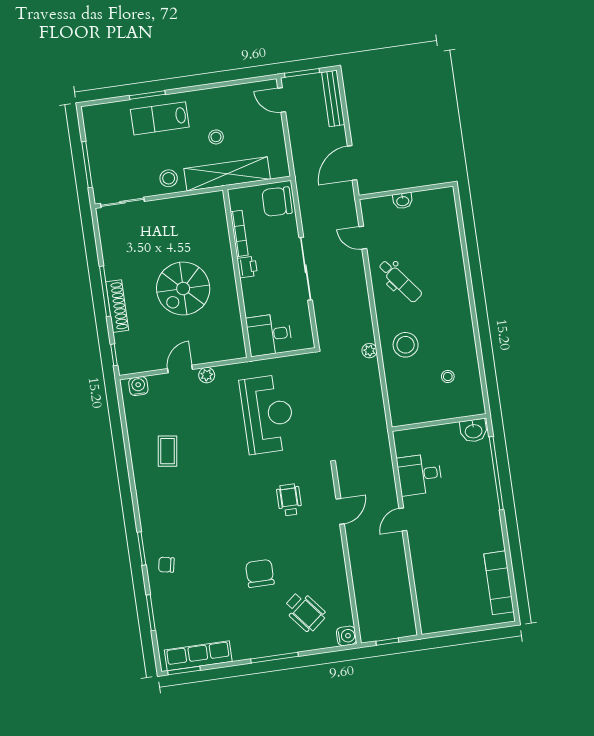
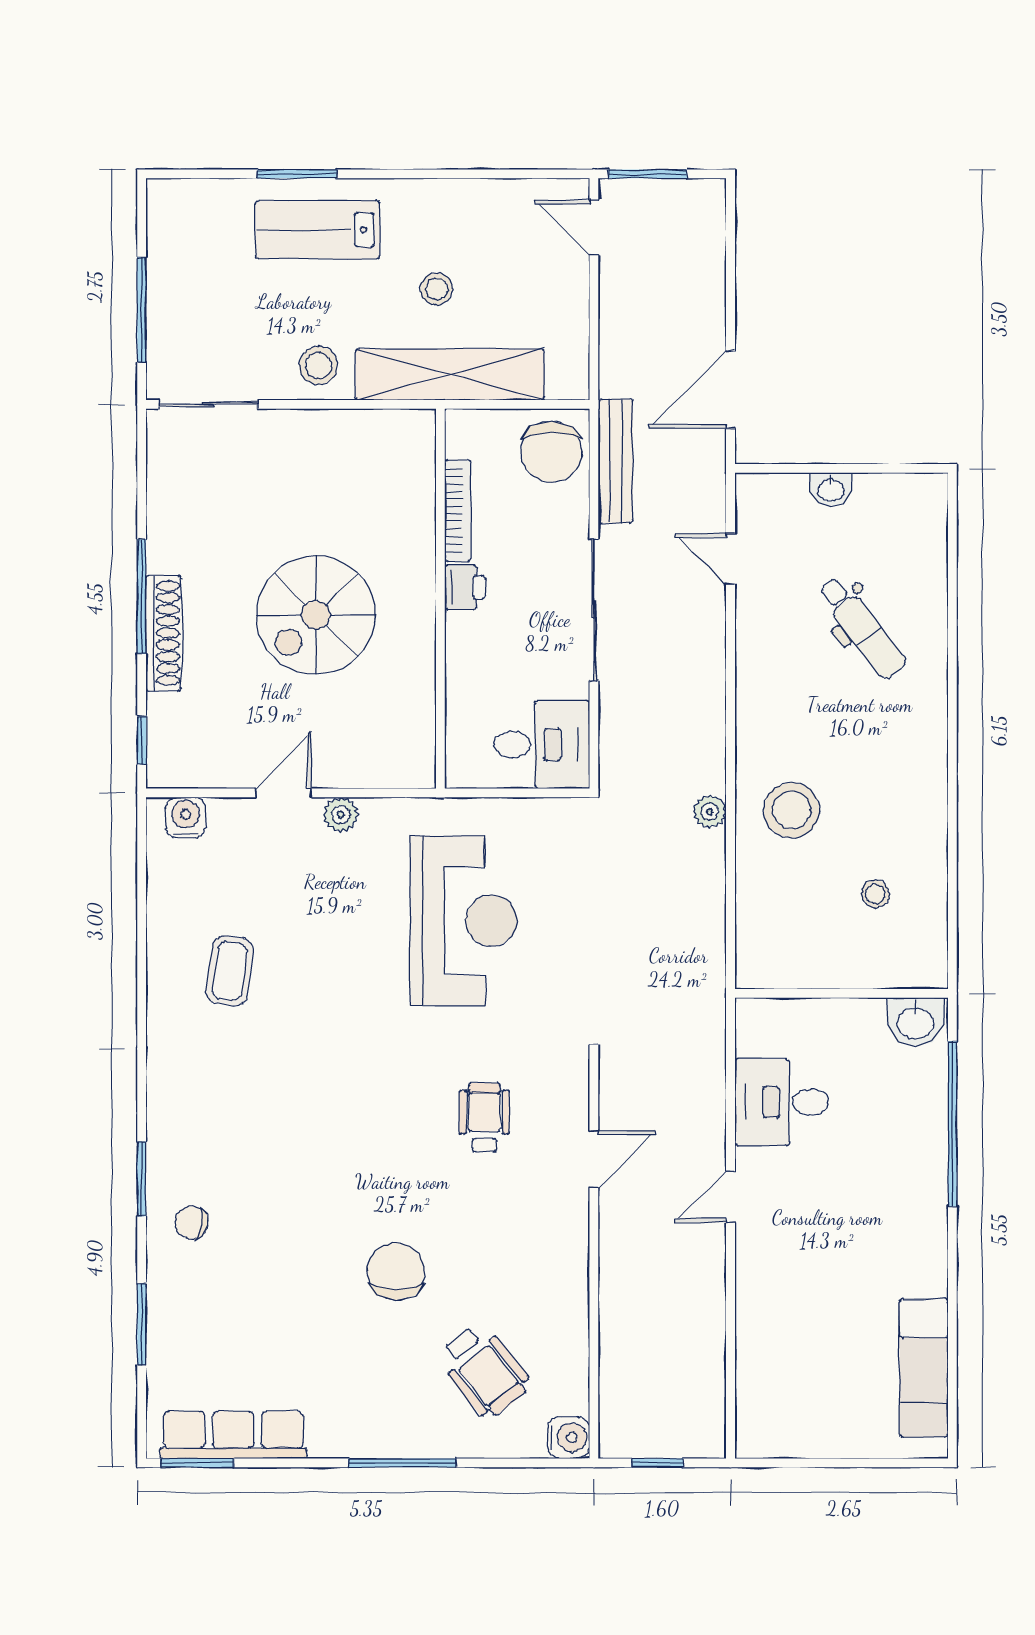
bench: (333, 98) -> (616, 461), moved
chair: (277, 202) -> (552, 452), turned -91
dental chair: (400, 281) -> (862, 628), moved
desk: (269, 335) -> (542, 744), moved, turned 180

